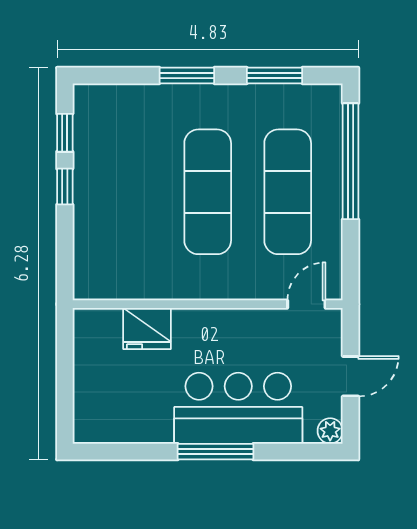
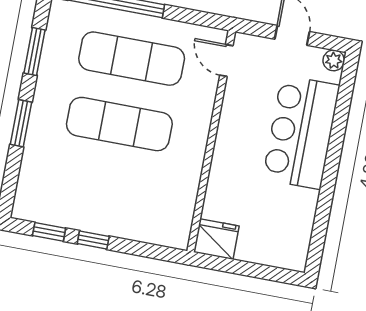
fridge: (147, 328) -> (216, 239), moved, turned -90
window: (215, 452) -> (333, 157), removed

